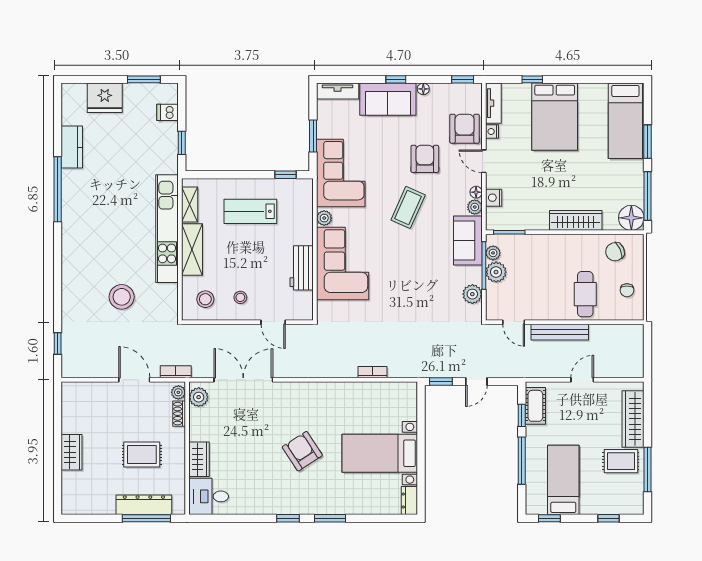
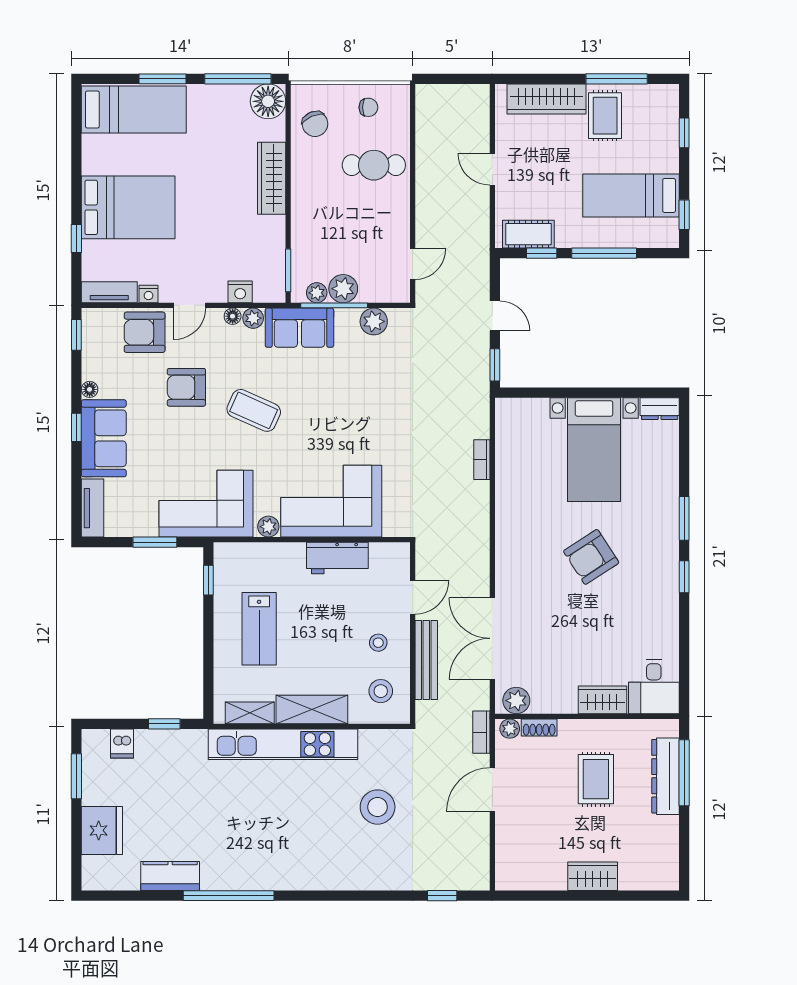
bench: (560, 332) -> (426, 660), moved

